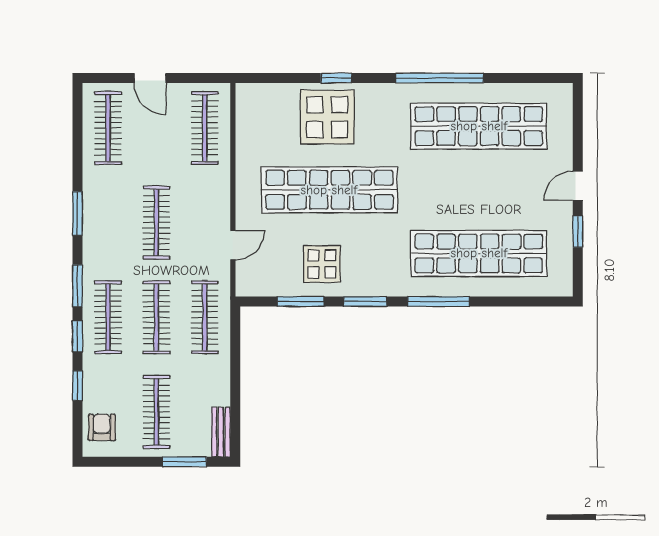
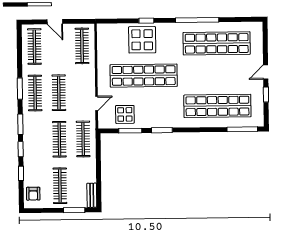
display table: (322, 264) -> (125, 114), moved
window: (439, 302) -> (242, 129), moved
clothes rail: (108, 317) -> (35, 93), moved
armchair: (102, 427) -> (33, 194), turned 180

